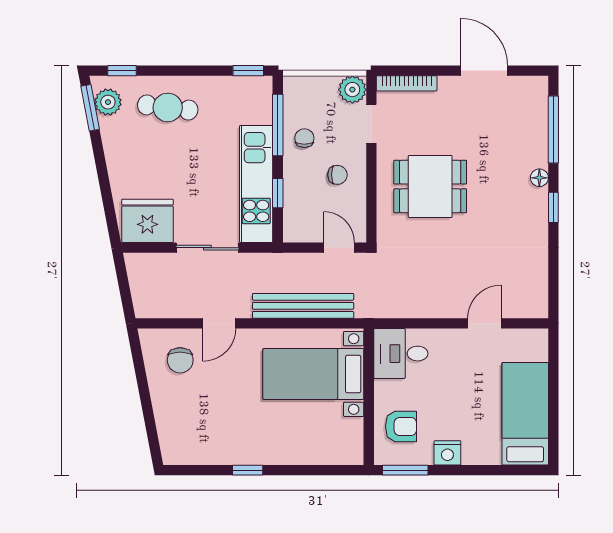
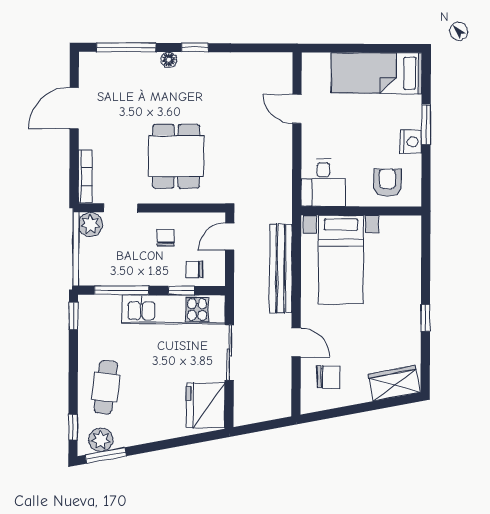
chair: (304, 138) -> (194, 270), moved
wardrobe: (173, 435) -> (394, 383), added
window: (405, 470) -> (426, 125), moved

